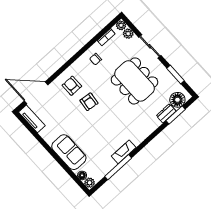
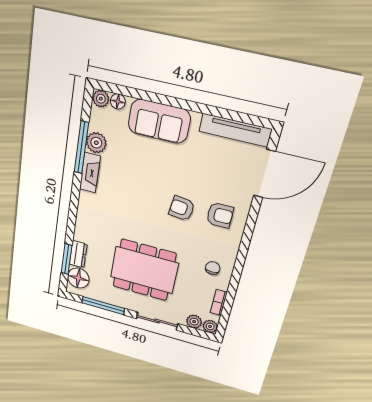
window: (176, 75) -> (103, 306), width x1.44
tv unit: (32, 119) -> (235, 130), width x1.41
plant: (108, 164) -> (96, 143), added

